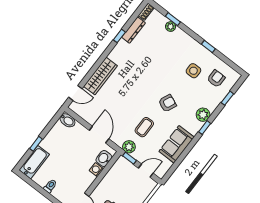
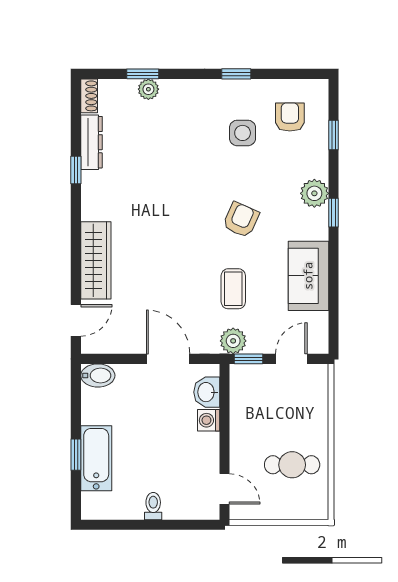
bathtub: (34, 162) -> (96, 458), moved

